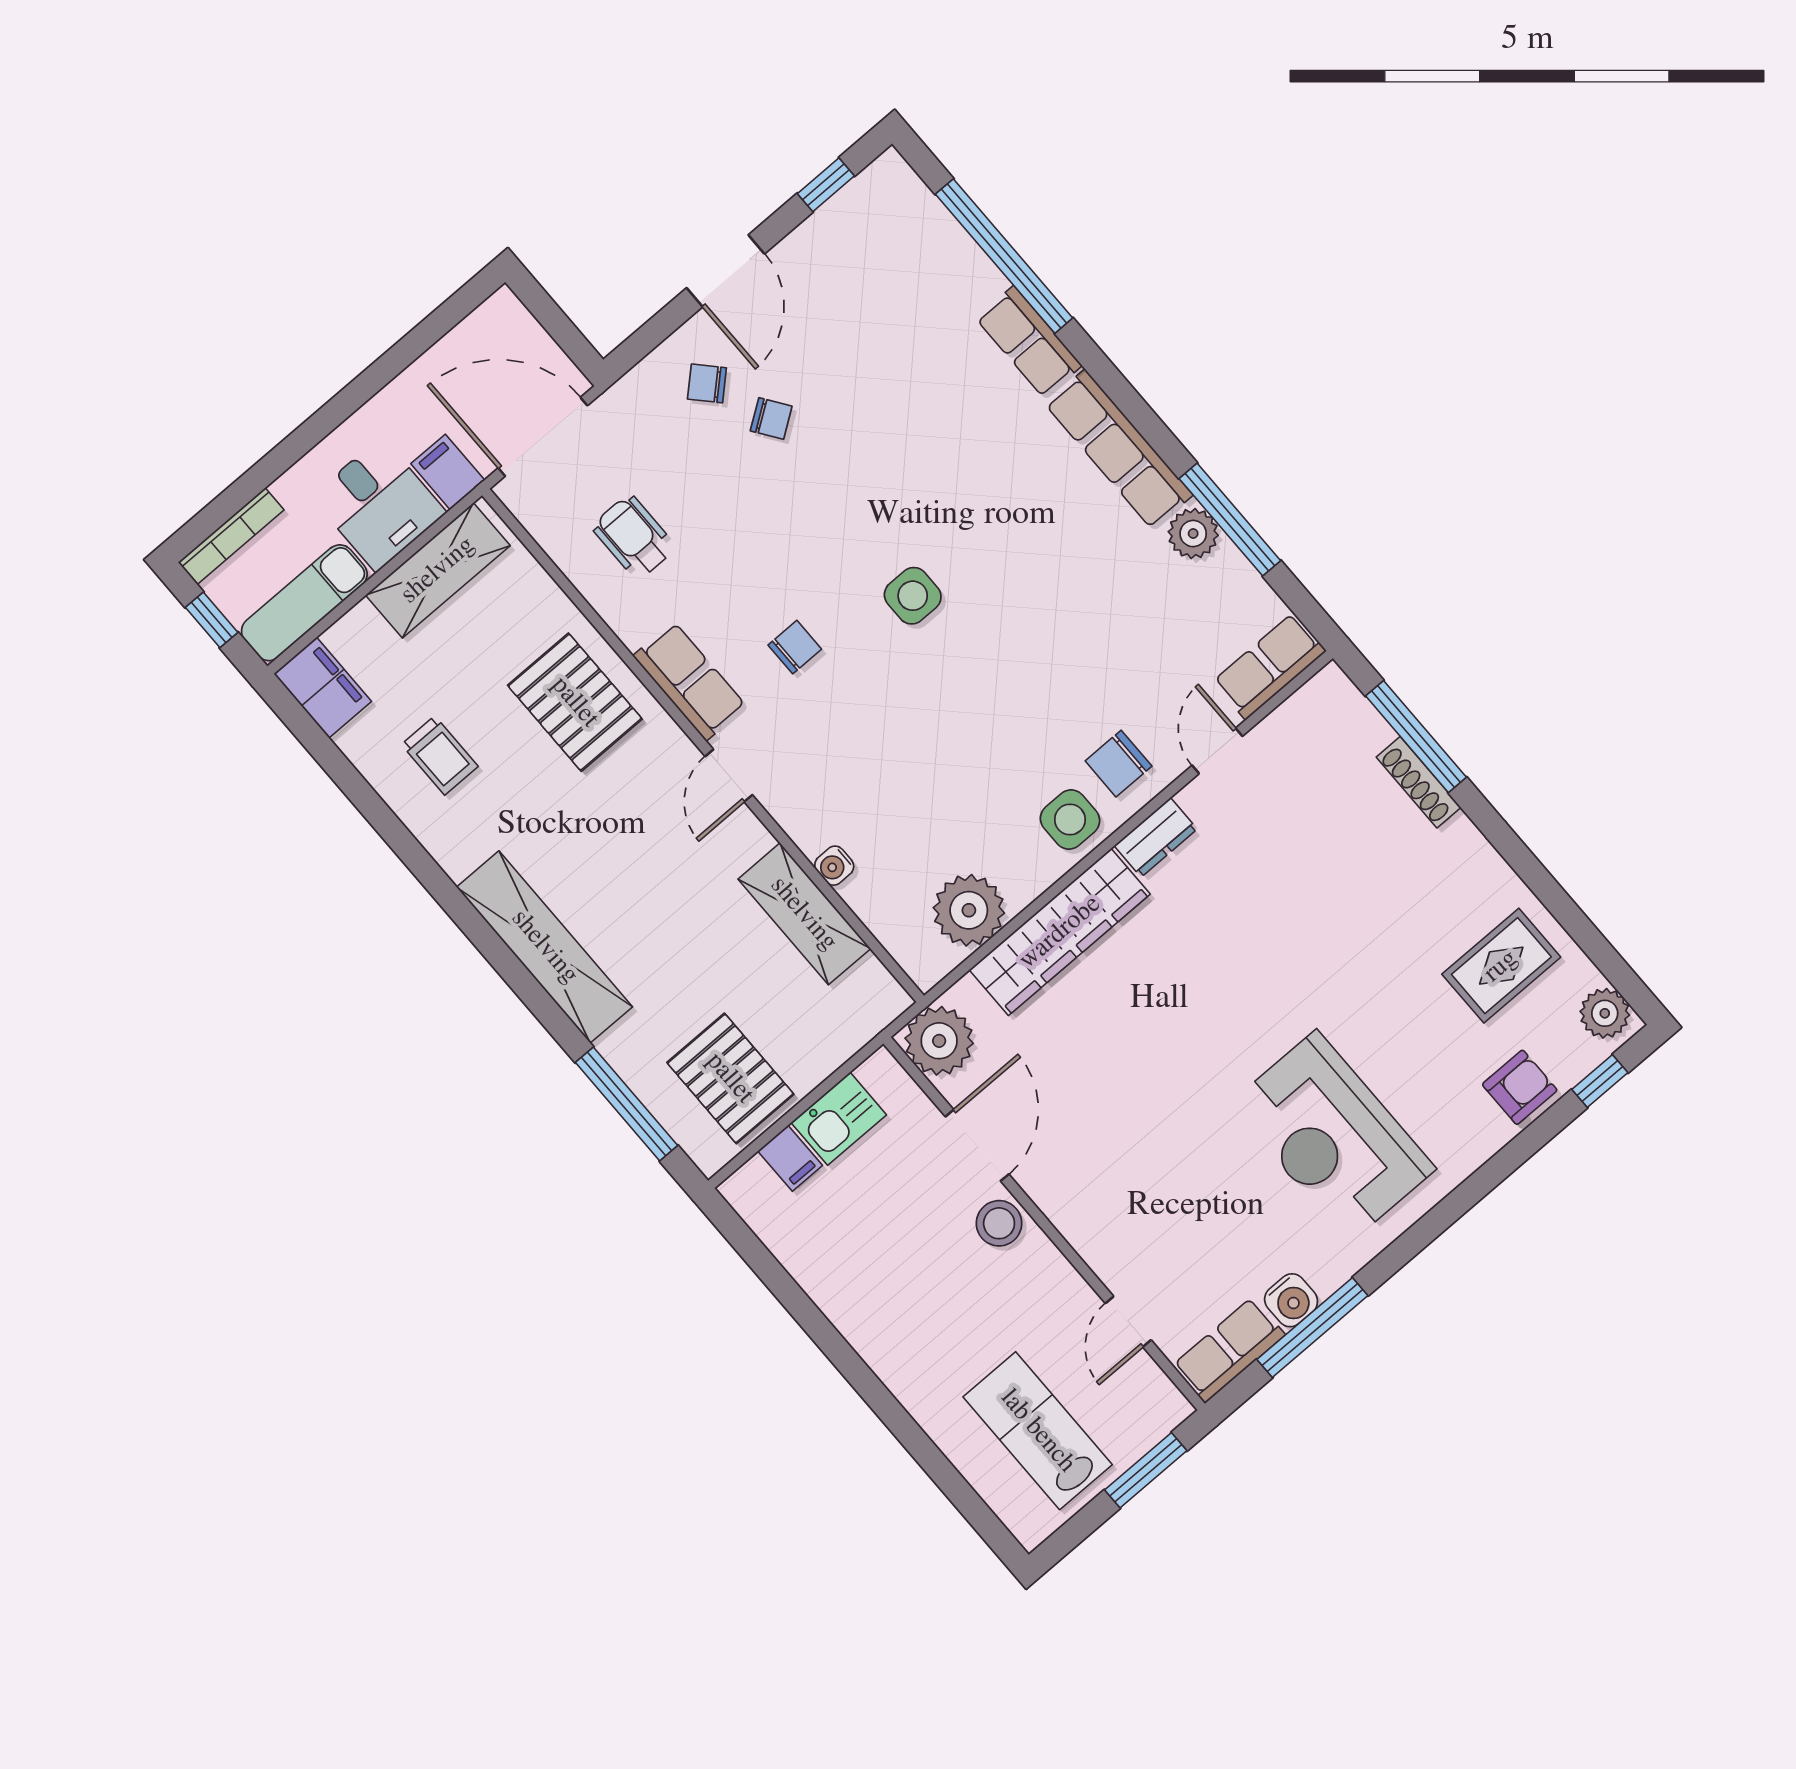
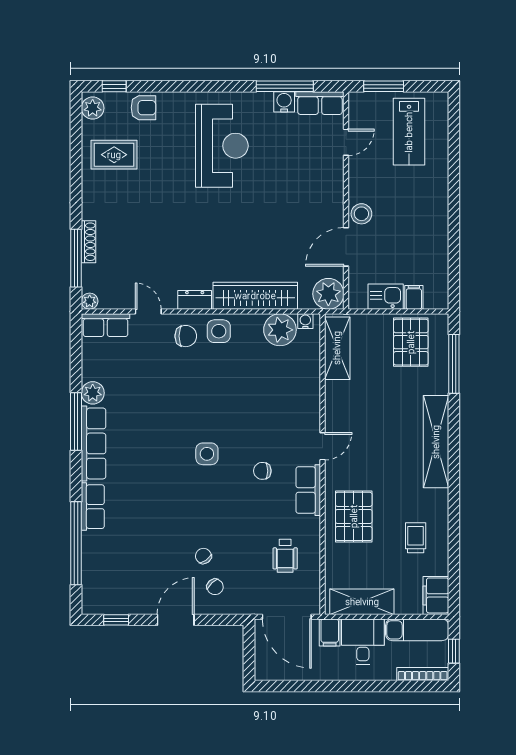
window: (1230, 520) -> (76, 422), moved
plant: (1331, 684) -> (90, 301), added
door: (1217, 751) -> (148, 311), swing flipped
water cooler: (834, 866) -> (305, 321), moved, turned -90
shelving: (804, 914) -> (337, 348), moved
armchair: (1520, 1087) -> (143, 108), turned 180

